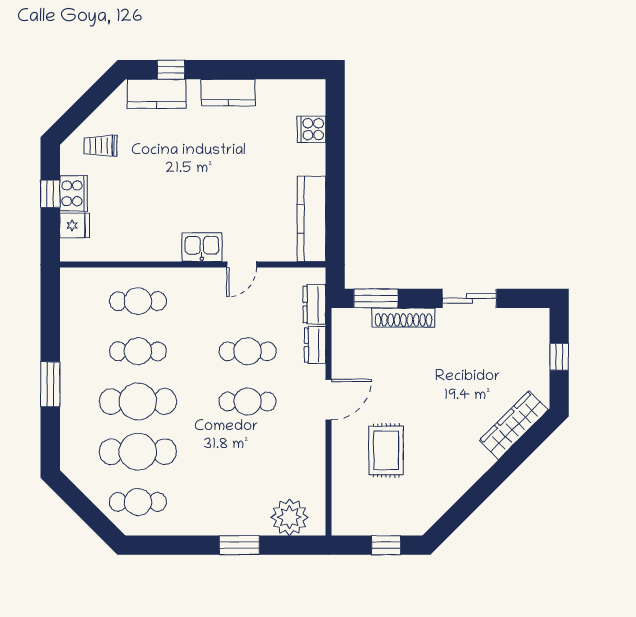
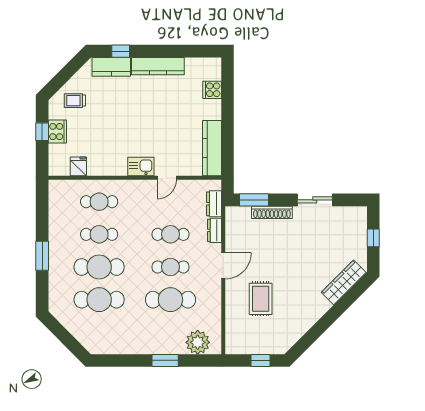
kitchen counter: (228, 93) -> (158, 66), width x1.50
fridge: (75, 225) -> (78, 166), moved, turned -90
cafe table: (138, 502) -> (170, 300), moved, width x1.37, depth x1.35

